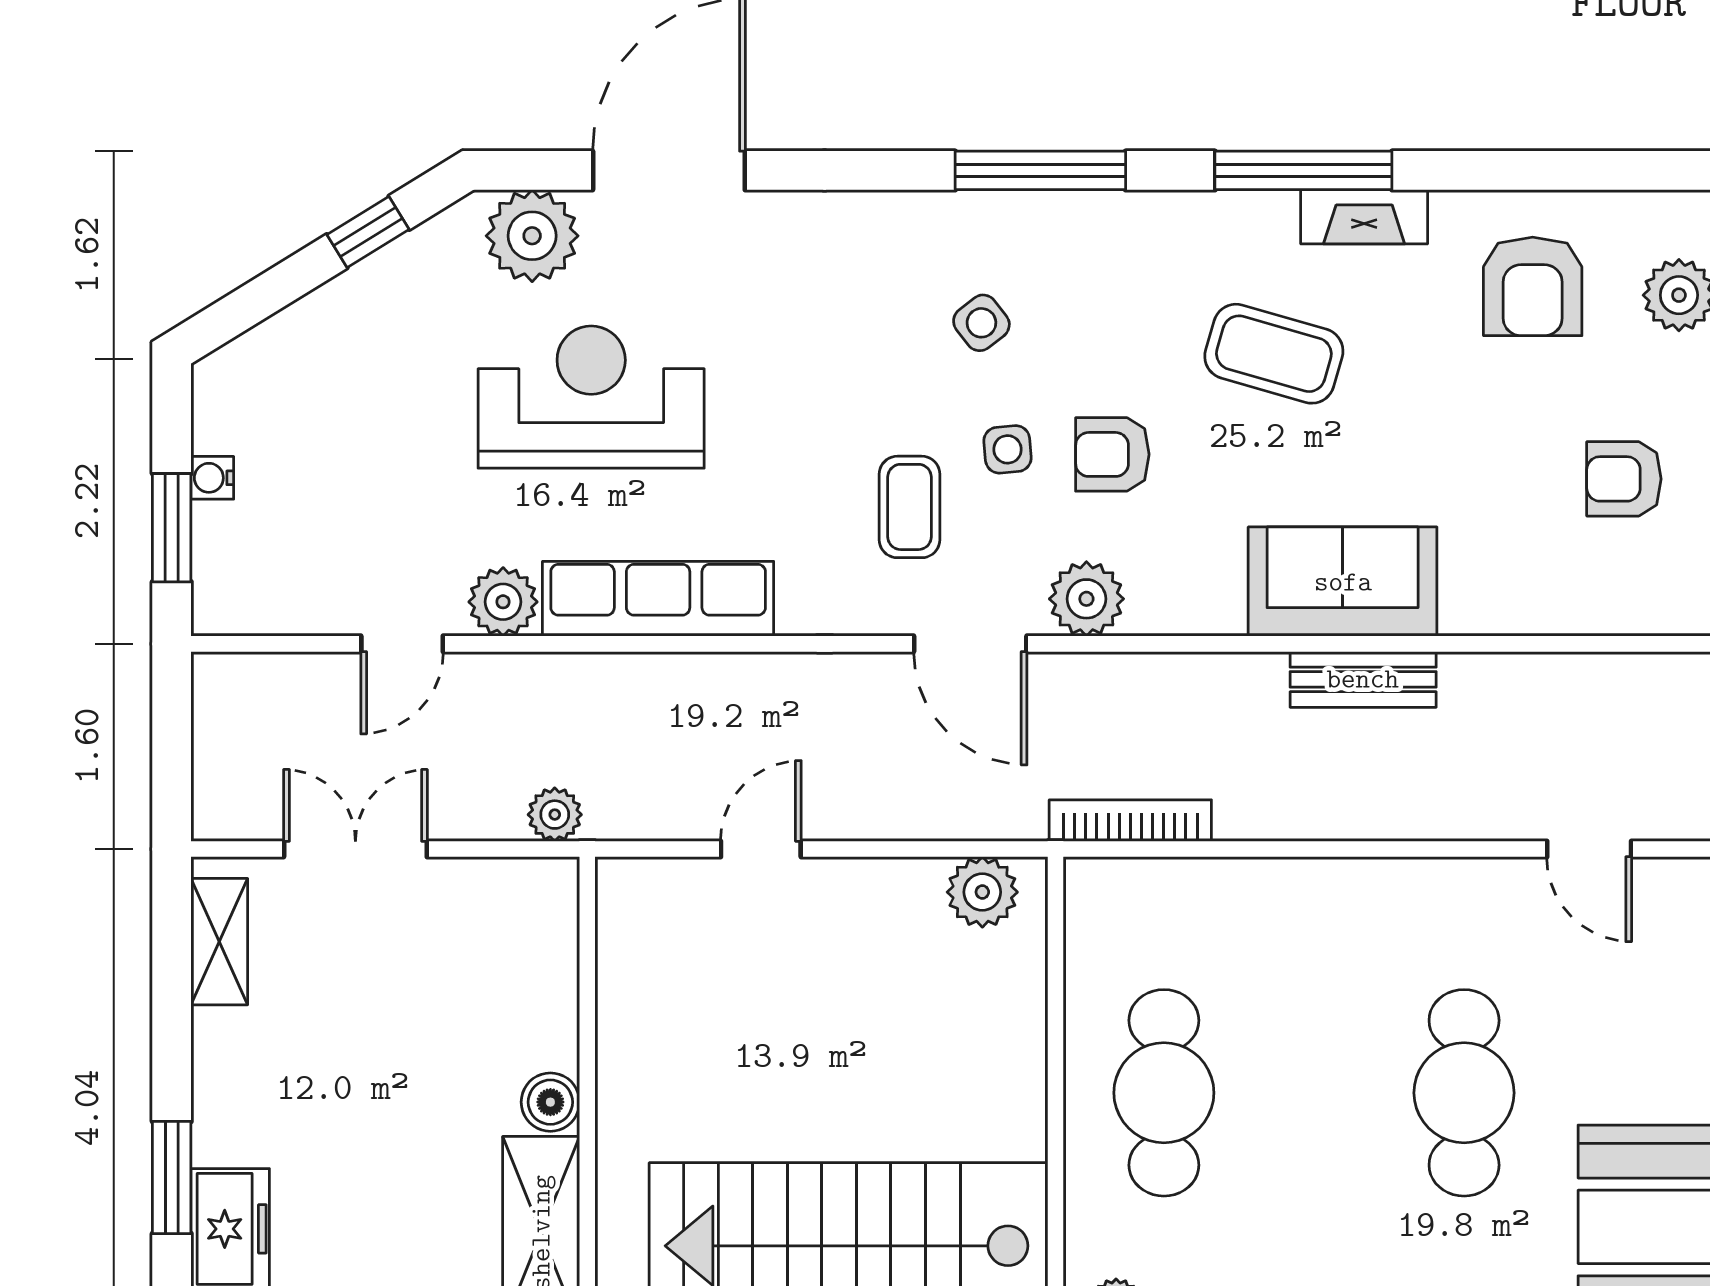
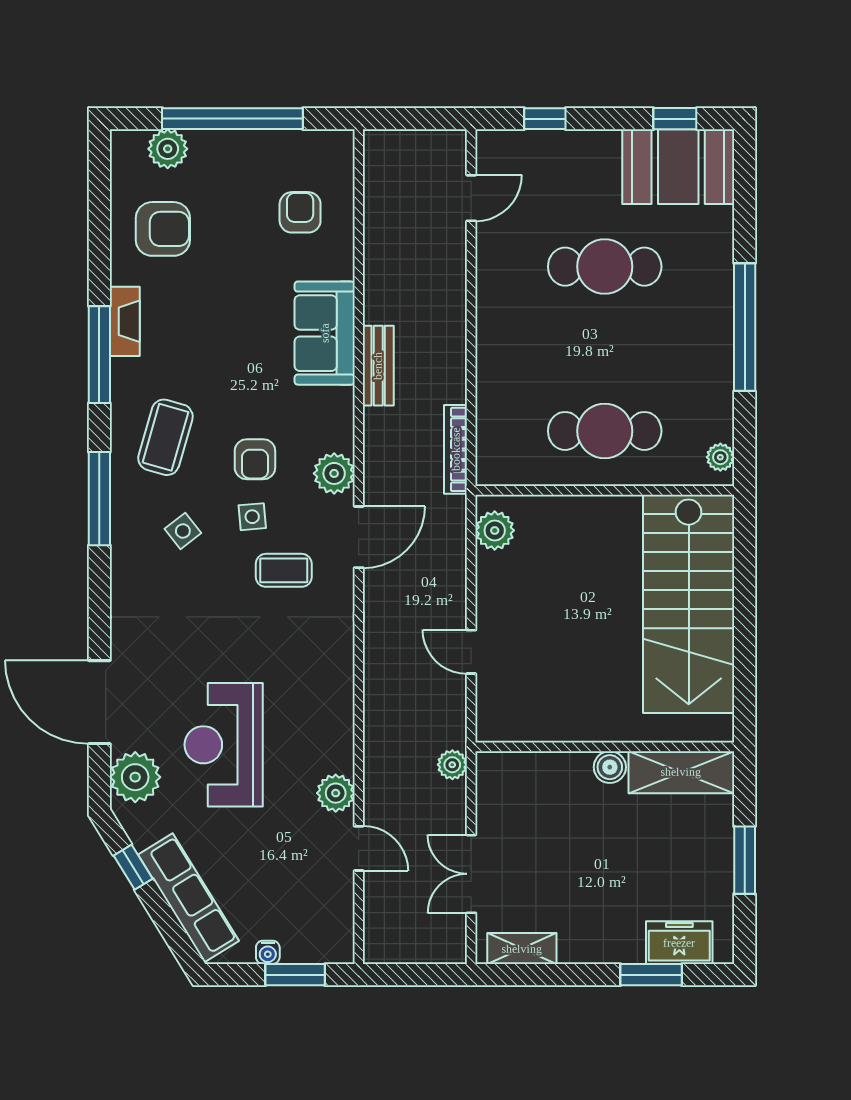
coffee table: (1274, 354) -> (165, 437), moved
armchair: (1624, 479) -> (300, 212), moved, turned 180
row of seats: (658, 599) -> (189, 898), moved, turned 148
bench: (1363, 679) -> (378, 366), moved

